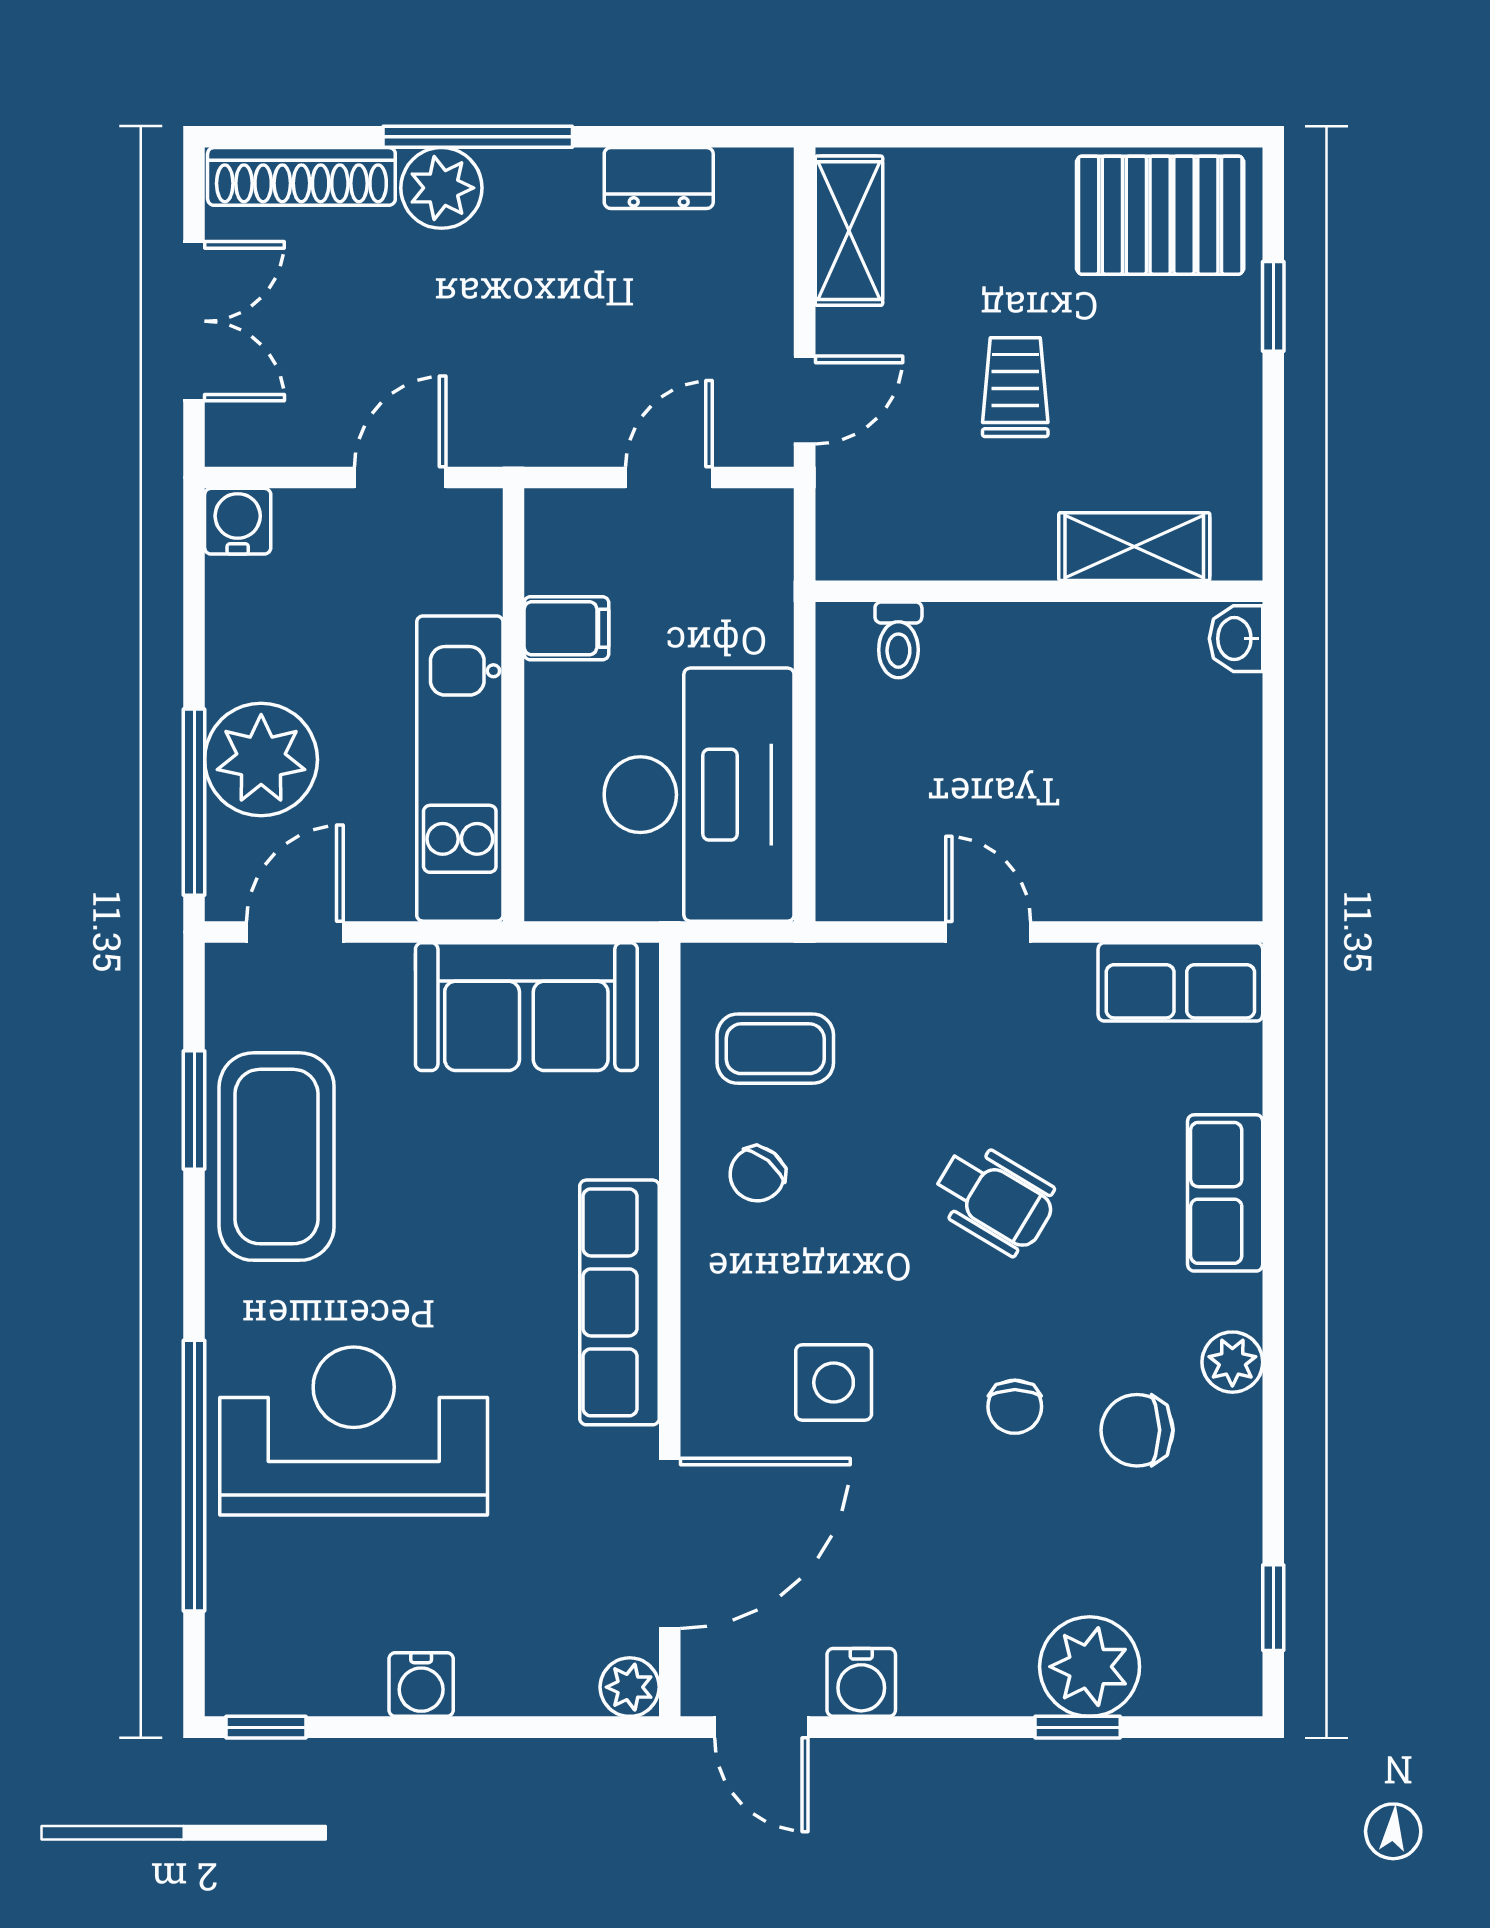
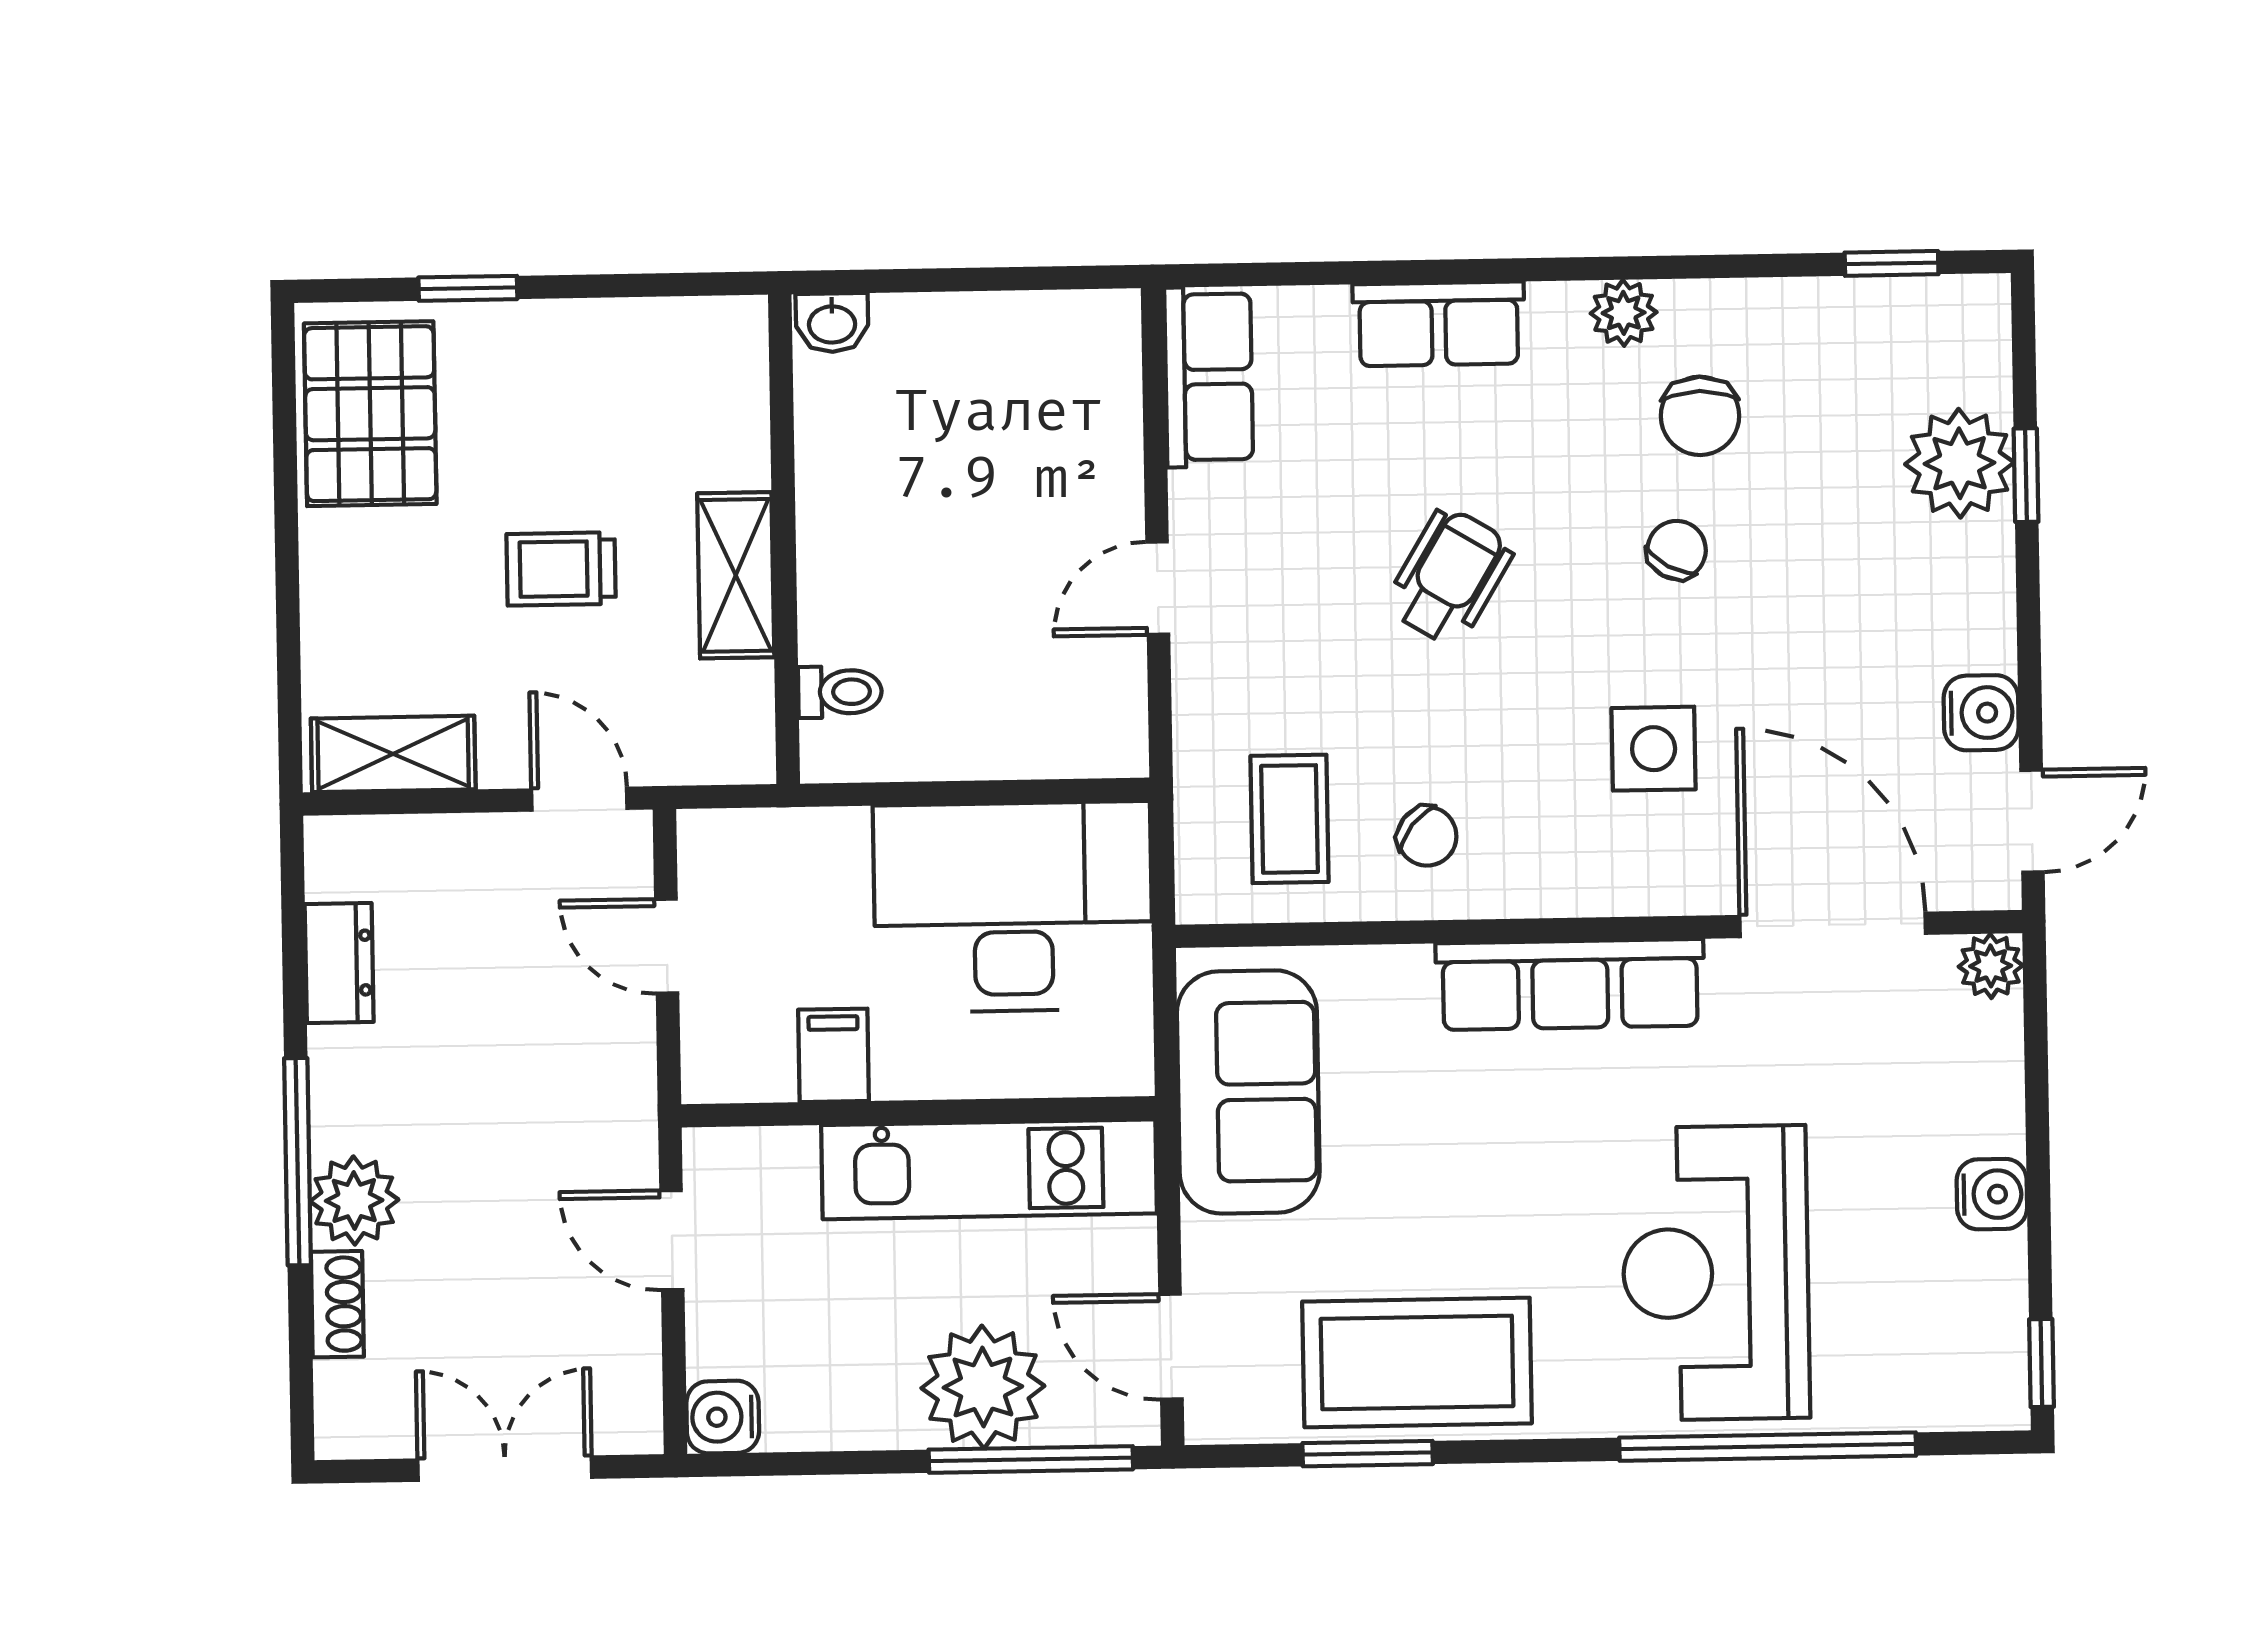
shoe rack: (301, 176) -> (337, 1304), width x0.51, depth x0.81
shelving: (1134, 547) -> (736, 575), moved
chair: (1015, 1407) -> (1677, 550), turned -61

